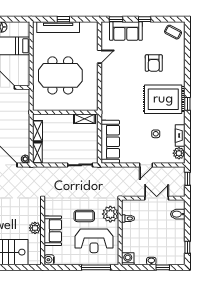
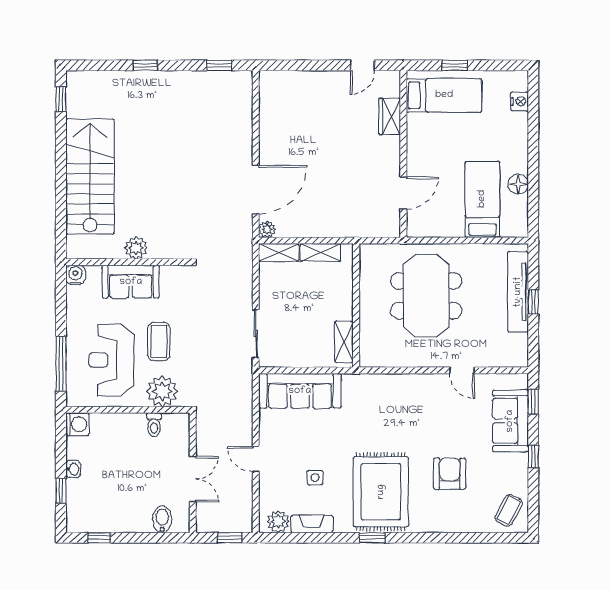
armchair: (154, 63) -> (450, 474), turned 90

